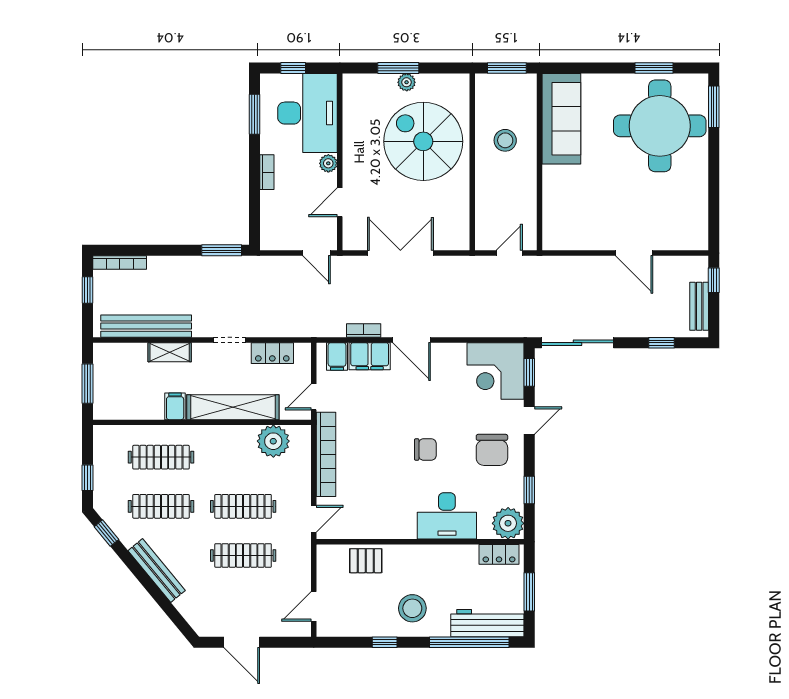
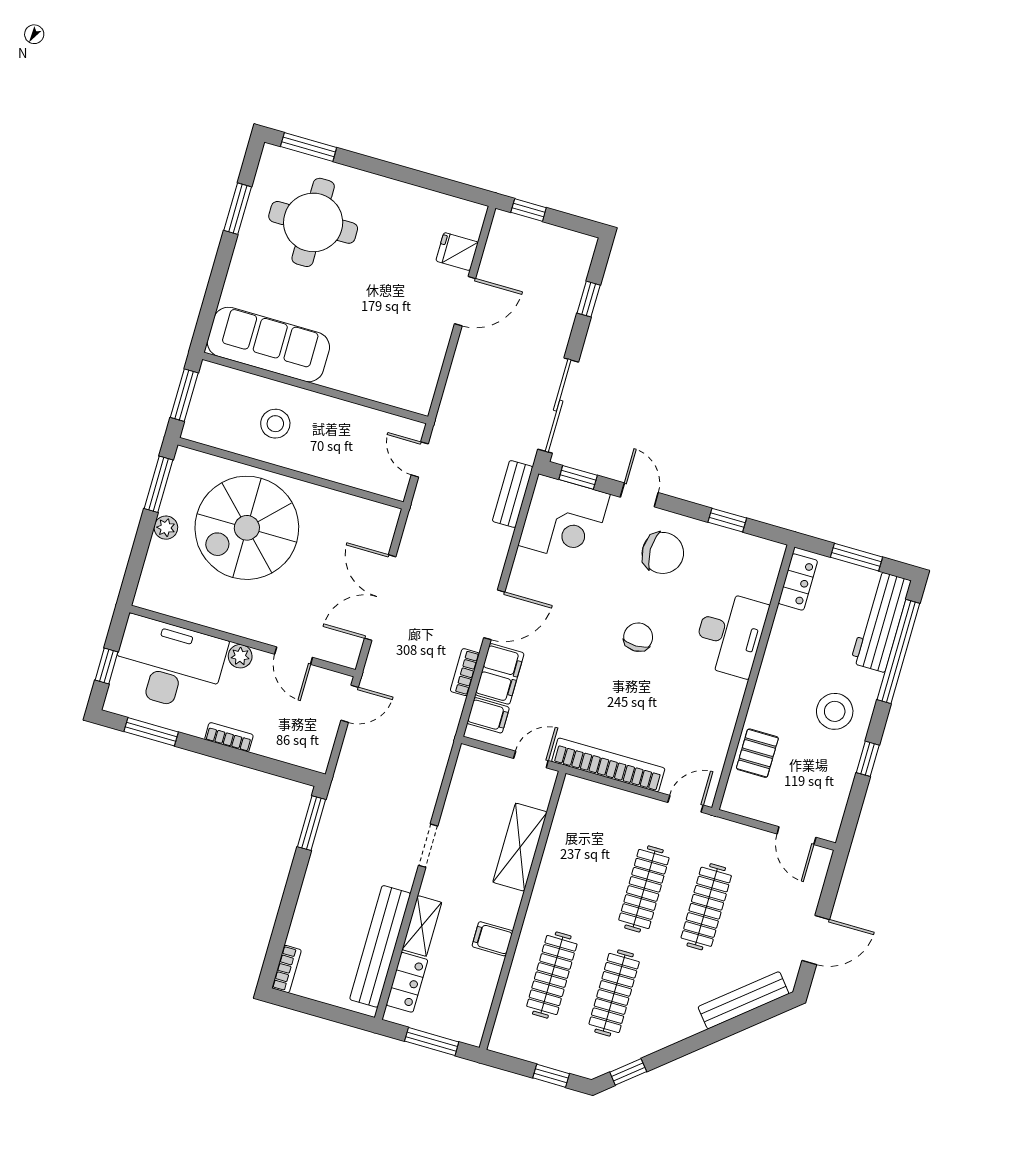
window: (398, 68) -> (159, 484), moved
round table: (660, 126) -> (313, 222), width x0.73, depth x0.73
fridge: (669, 237) -> (457, 252), added
bookcase: (120, 263) -> (287, 969), width x0.64
window: (87, 290) -> (313, 1008), removed
bench: (699, 306) -> (513, 494), moved, turned 90
locker: (272, 353) -> (407, 982), moved
door: (314, 397) -> (531, 759), swing flipped
shelving: (233, 407) -> (520, 847), width x0.68
plant: (273, 441) -> (572, 827), removed
door: (314, 519) -> (685, 804), hinge flipped
plant: (508, 523) -> (762, 559), removed
bench: (157, 571) -> (743, 1000), moved

